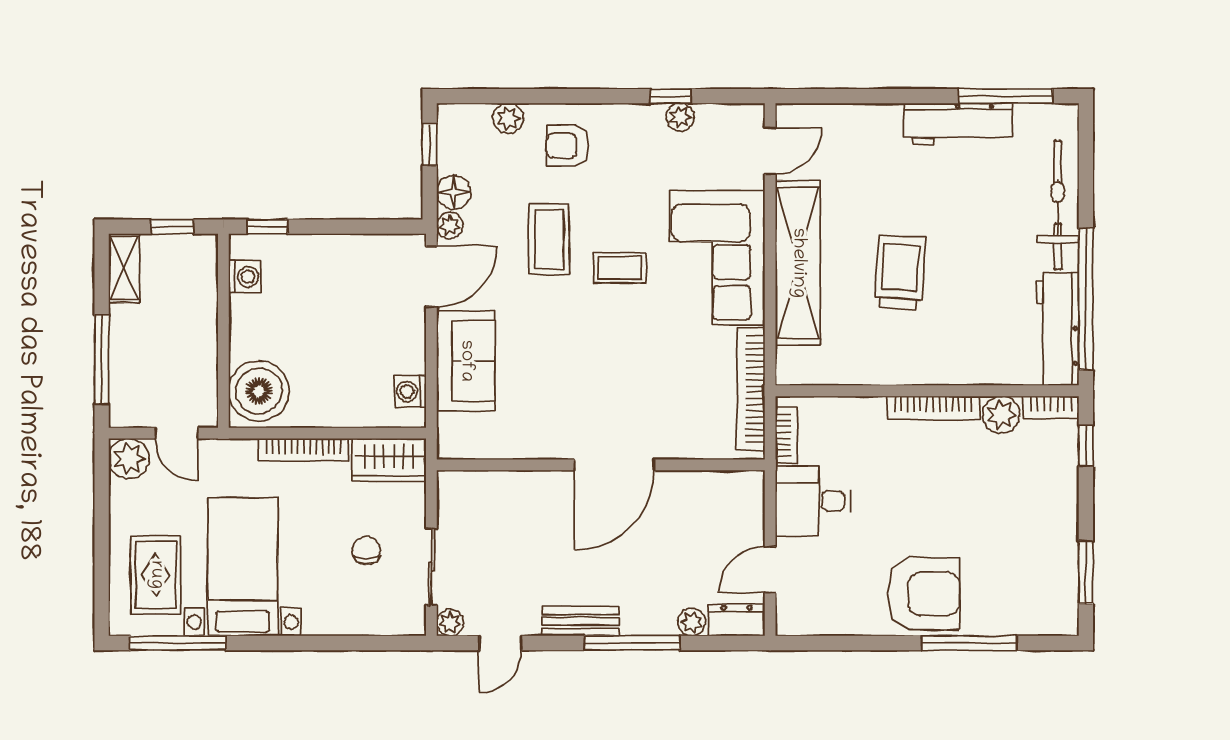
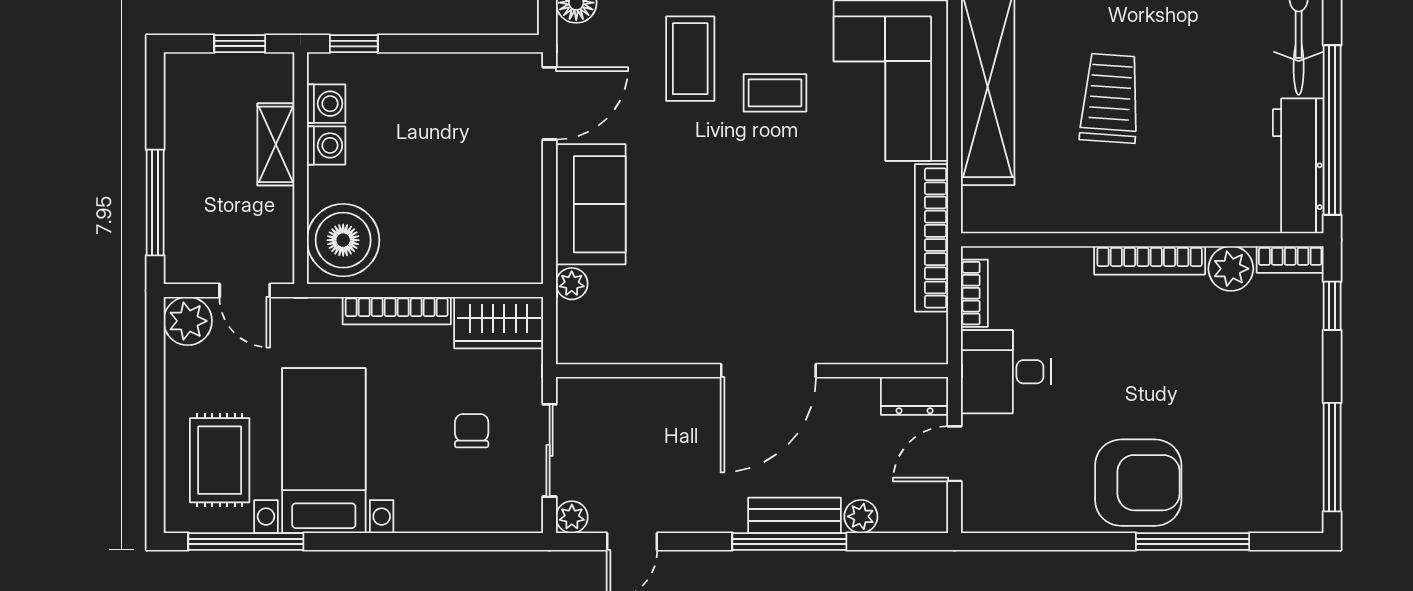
plant: (450, 225) -> (572, 284), moved
shelving: (124, 268) -> (276, 144), moved
washing machine: (410, 391) -> (326, 145), moved, turned 180
wall: (601, 465) -> (752, 371), moved
door: (614, 465) -> (768, 371), moved
window: (1086, 572) -> (1332, 457), width x1.44
dresser: (737, 620) -> (915, 396), moved, turned 180
bench: (581, 621) -> (795, 515), moved

